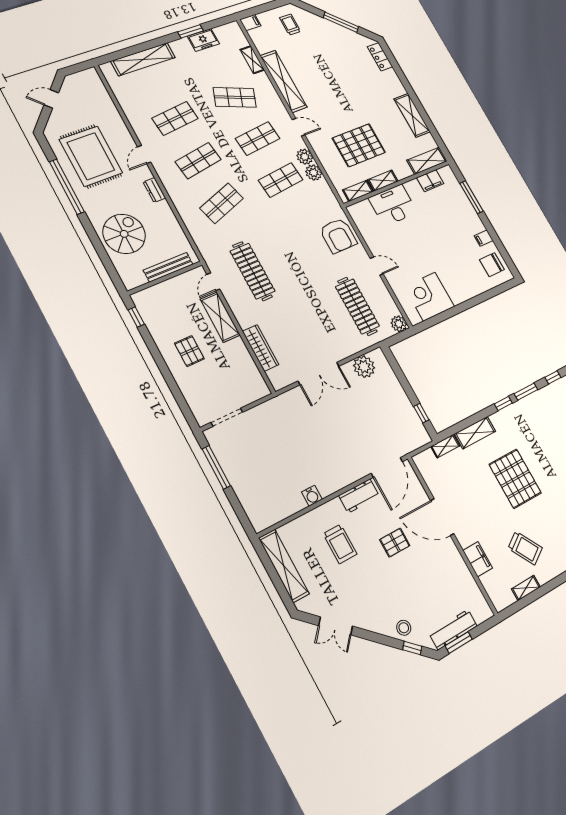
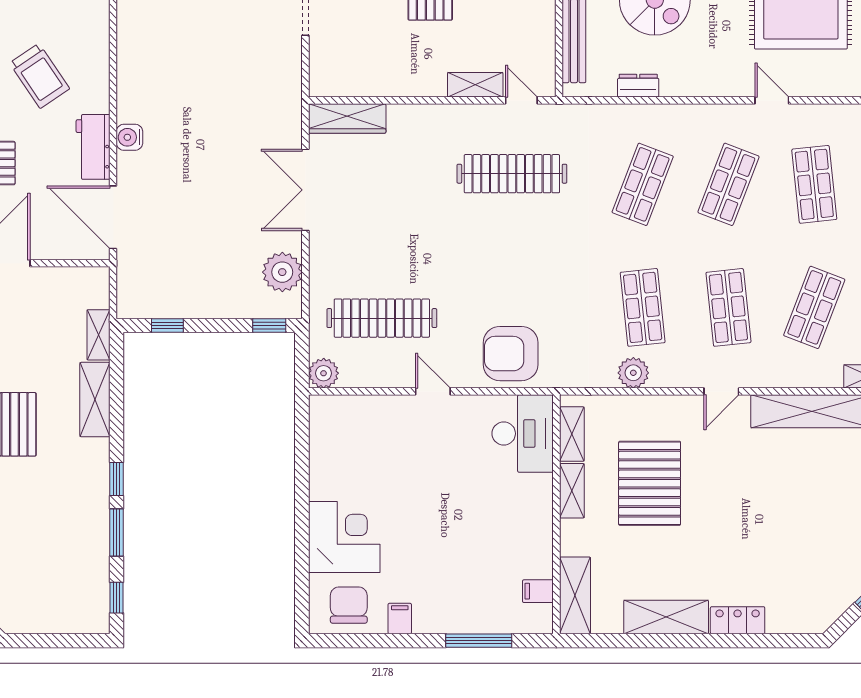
locker: (380, 57) -> (738, 620), moved
plant: (305, 157) -> (666, 373), removed
shop shelf: (198, 161) -> (728, 184), turned 30
filing cabinet: (430, 181) -> (538, 591), width x0.50
dresser: (154, 190) -> (638, 86), moved
shop shelf: (222, 203) -> (643, 184), turned 39
desk: (393, 205) -> (523, 434), moved
door: (377, 266) -> (433, 391), swing flipped
corner desk: (429, 297) -> (344, 537), moved
shelving: (220, 317) -> (475, 85), width x0.67, depth x0.75
wardrobe: (261, 348) -> (347, 118), moved
window: (392, 361) -> (269, 325), added
water cooler: (312, 496) -> (129, 137), moved
trolley: (340, 544) -> (40, 76), turned -124

